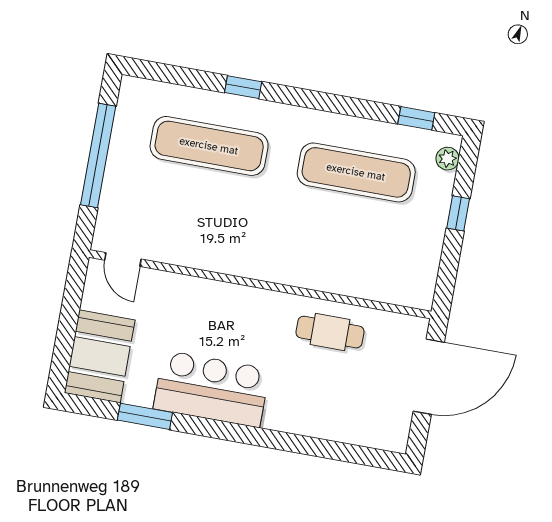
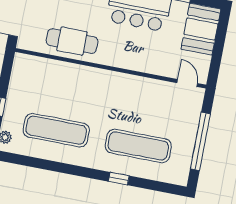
window: (416, 118) -> (22, 160), removed
cafe table: (330, 332) -> (72, 41), width x1.37, depth x1.35

